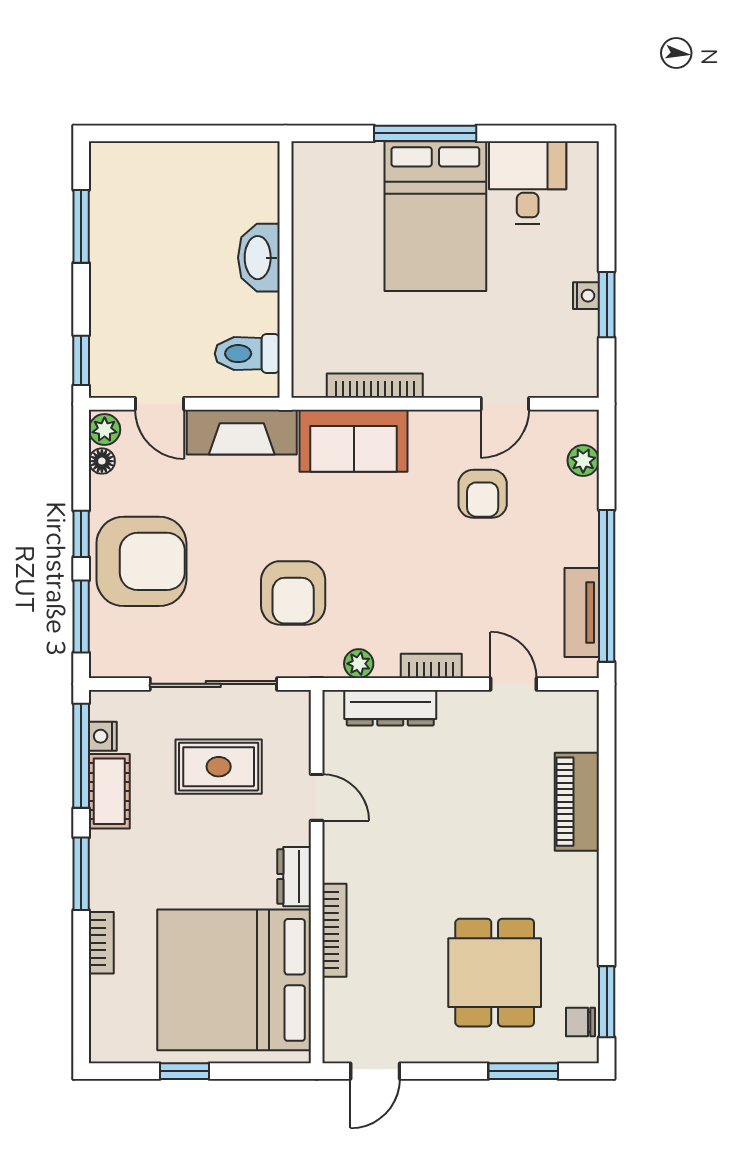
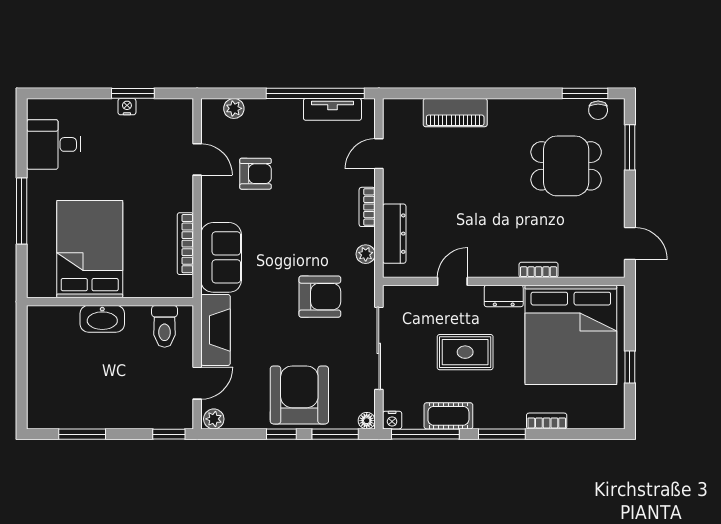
bed: (435, 216) -> (90, 249), moved, turned -90
floor lamp: (102, 461) -> (367, 421), moved
nightstand: (103, 736) -> (392, 420), moved
rug: (219, 767) -> (465, 352), moved, turned 90
bookcase: (334, 930) -> (539, 270), width x0.64

